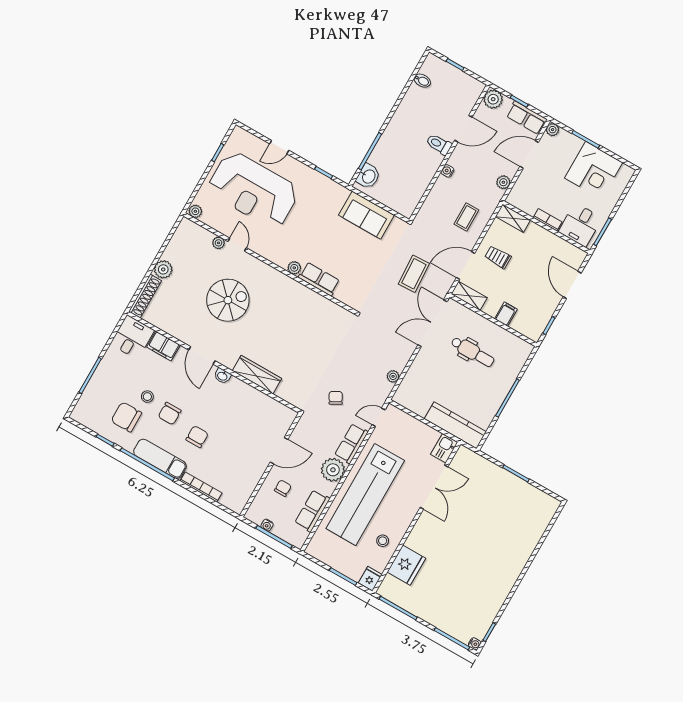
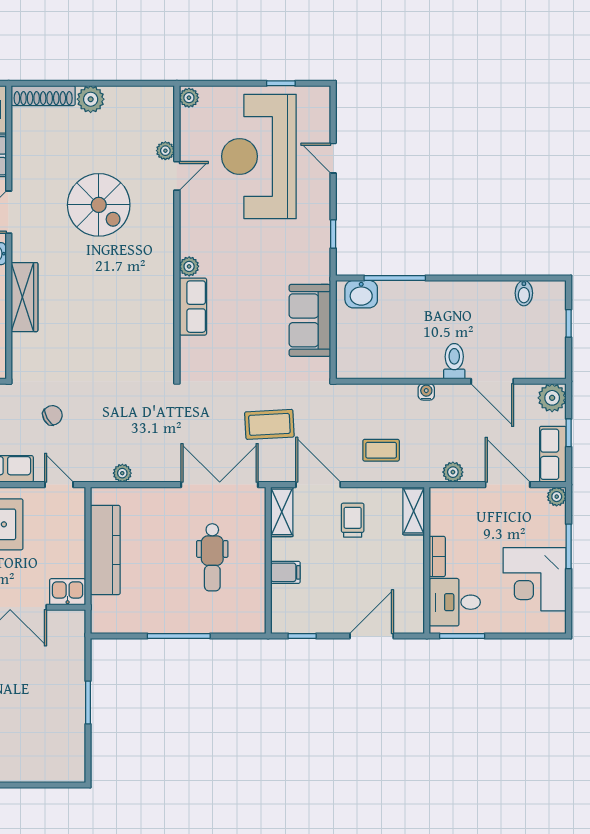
kitchen counter: (455, 425) -> (105, 550), moved

